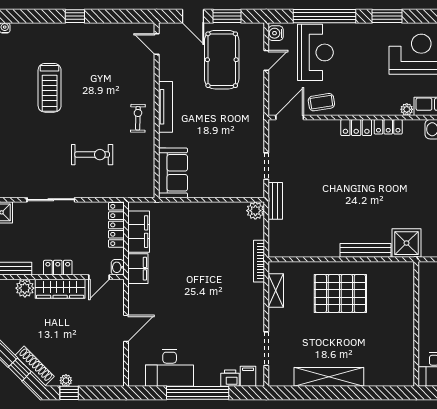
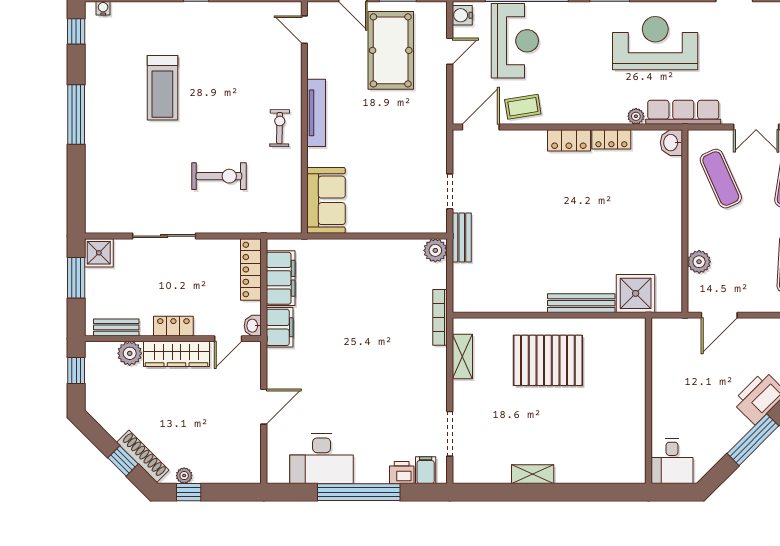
shelving: (329, 377) -> (533, 474), width x0.45, depth x0.75

